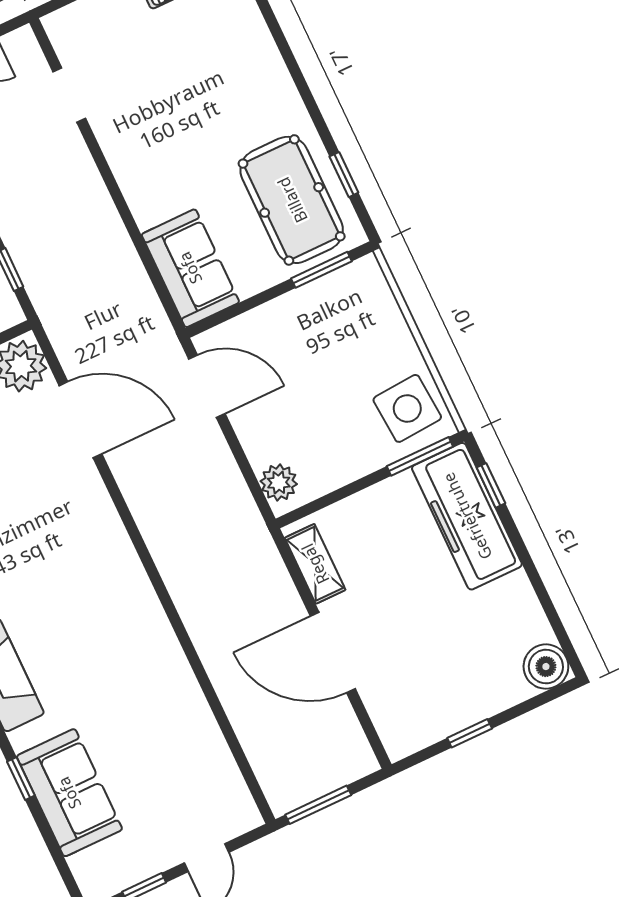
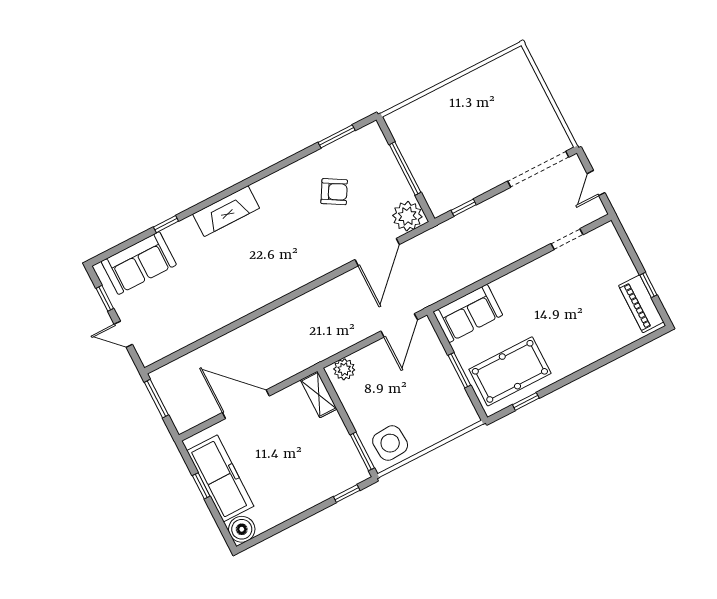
window: (321, 270) -> (459, 370), moved
freezer: (467, 516) -> (220, 478), moved, turned 90
shelving: (315, 564) -> (319, 394), moved, turned 90
door: (333, 652) -> (246, 404), hinge flipped
sofa: (69, 793) -> (139, 263), moved

